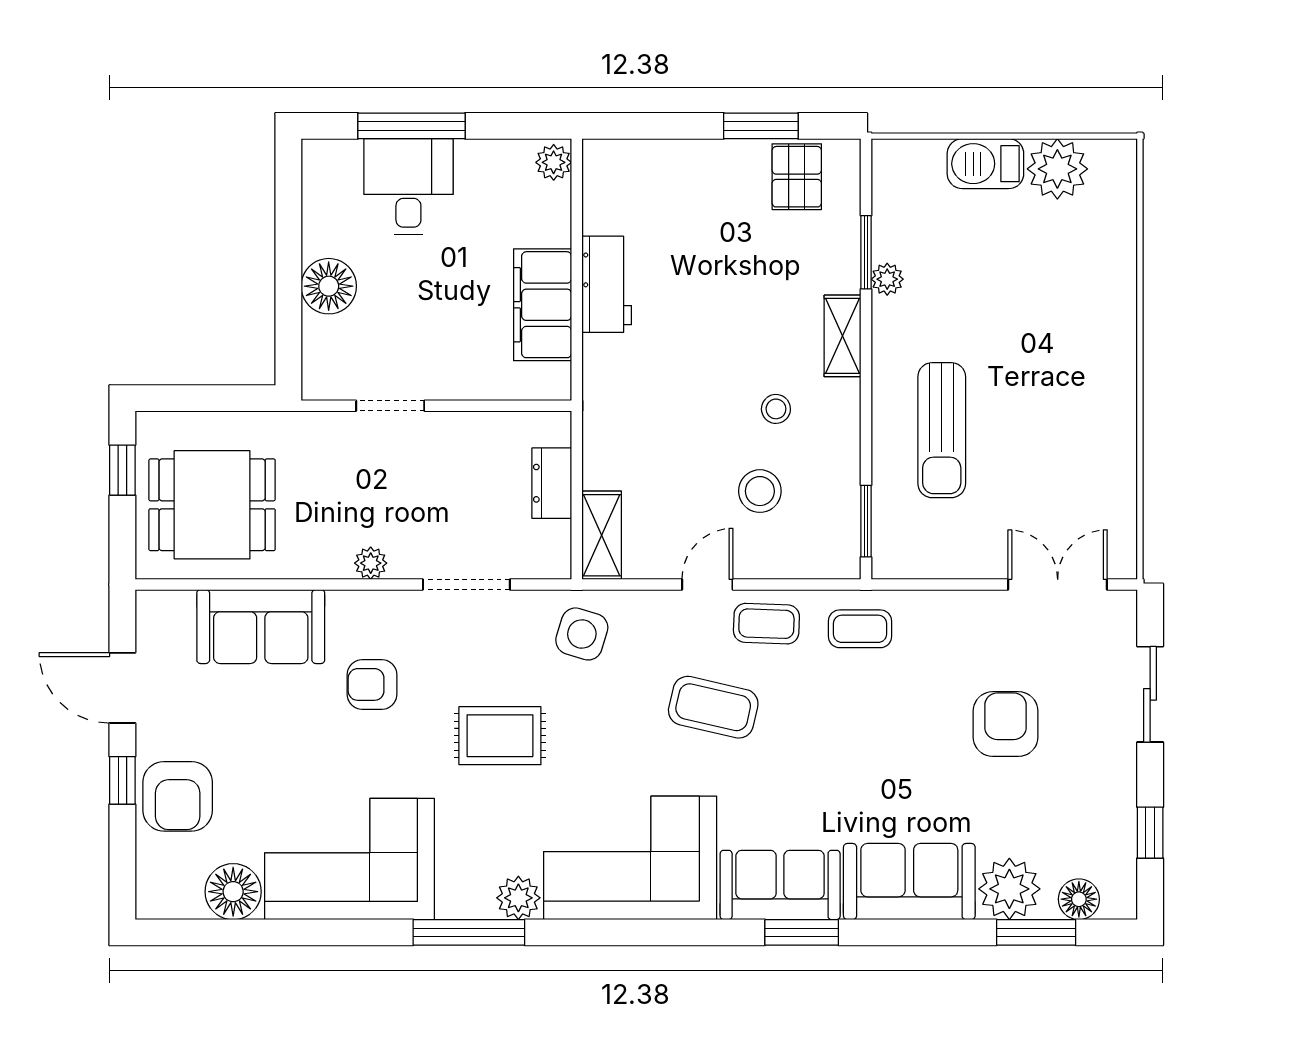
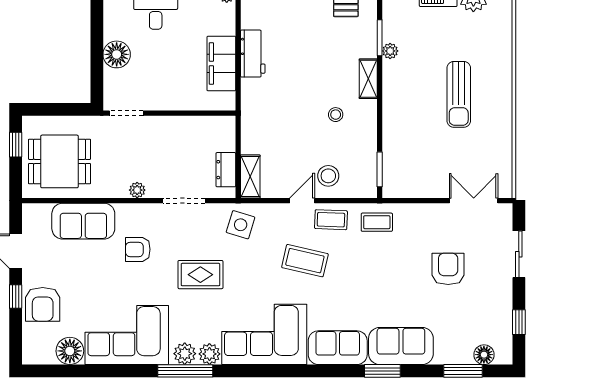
doorway: (390, 406) -> (126, 113), moved
sun lounger: (942, 430) -> (459, 94), moved
dresser: (552, 483) -> (226, 170), moved
stool: (760, 491) -> (328, 176), moved
plant: (1009, 889) -> (185, 354), moved, width x0.73, depth x0.73
window: (802, 932) -> (382, 371), moved

